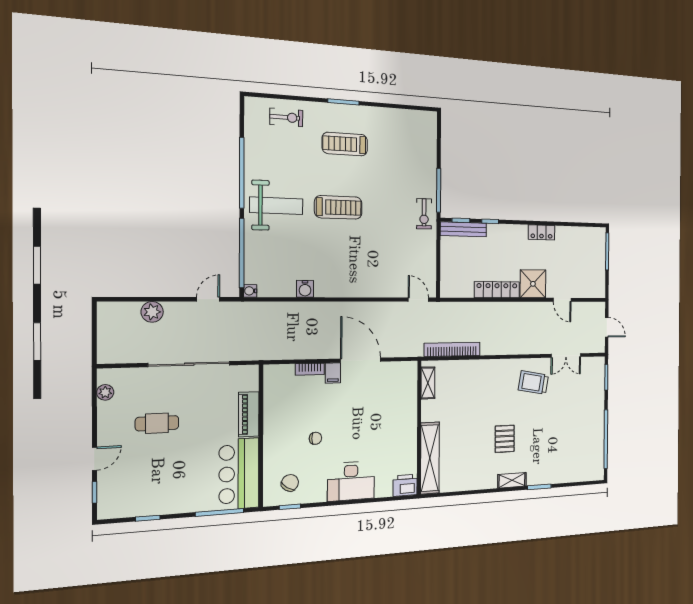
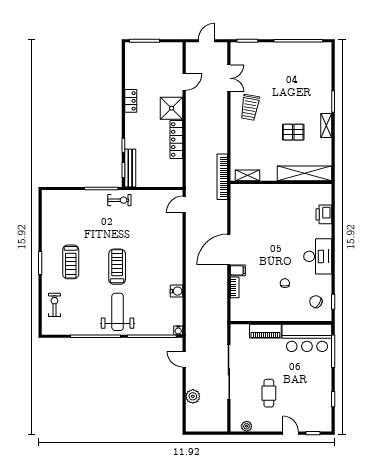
shelving: (428, 383) -> (247, 175), moved
wall: (419, 428) -> (281, 182), moved
shelving: (430, 458) -> (305, 173), moved

